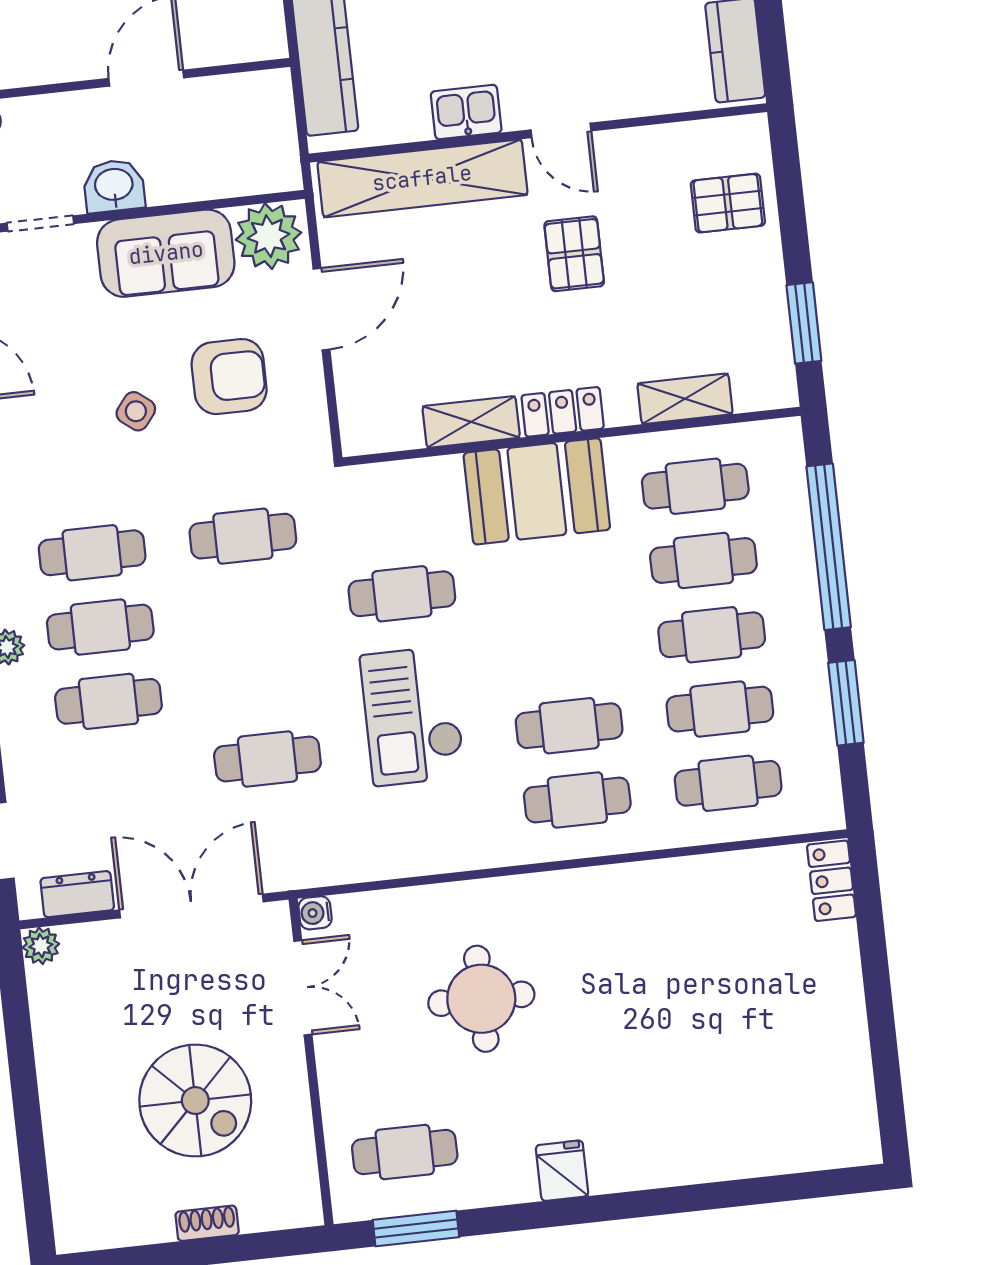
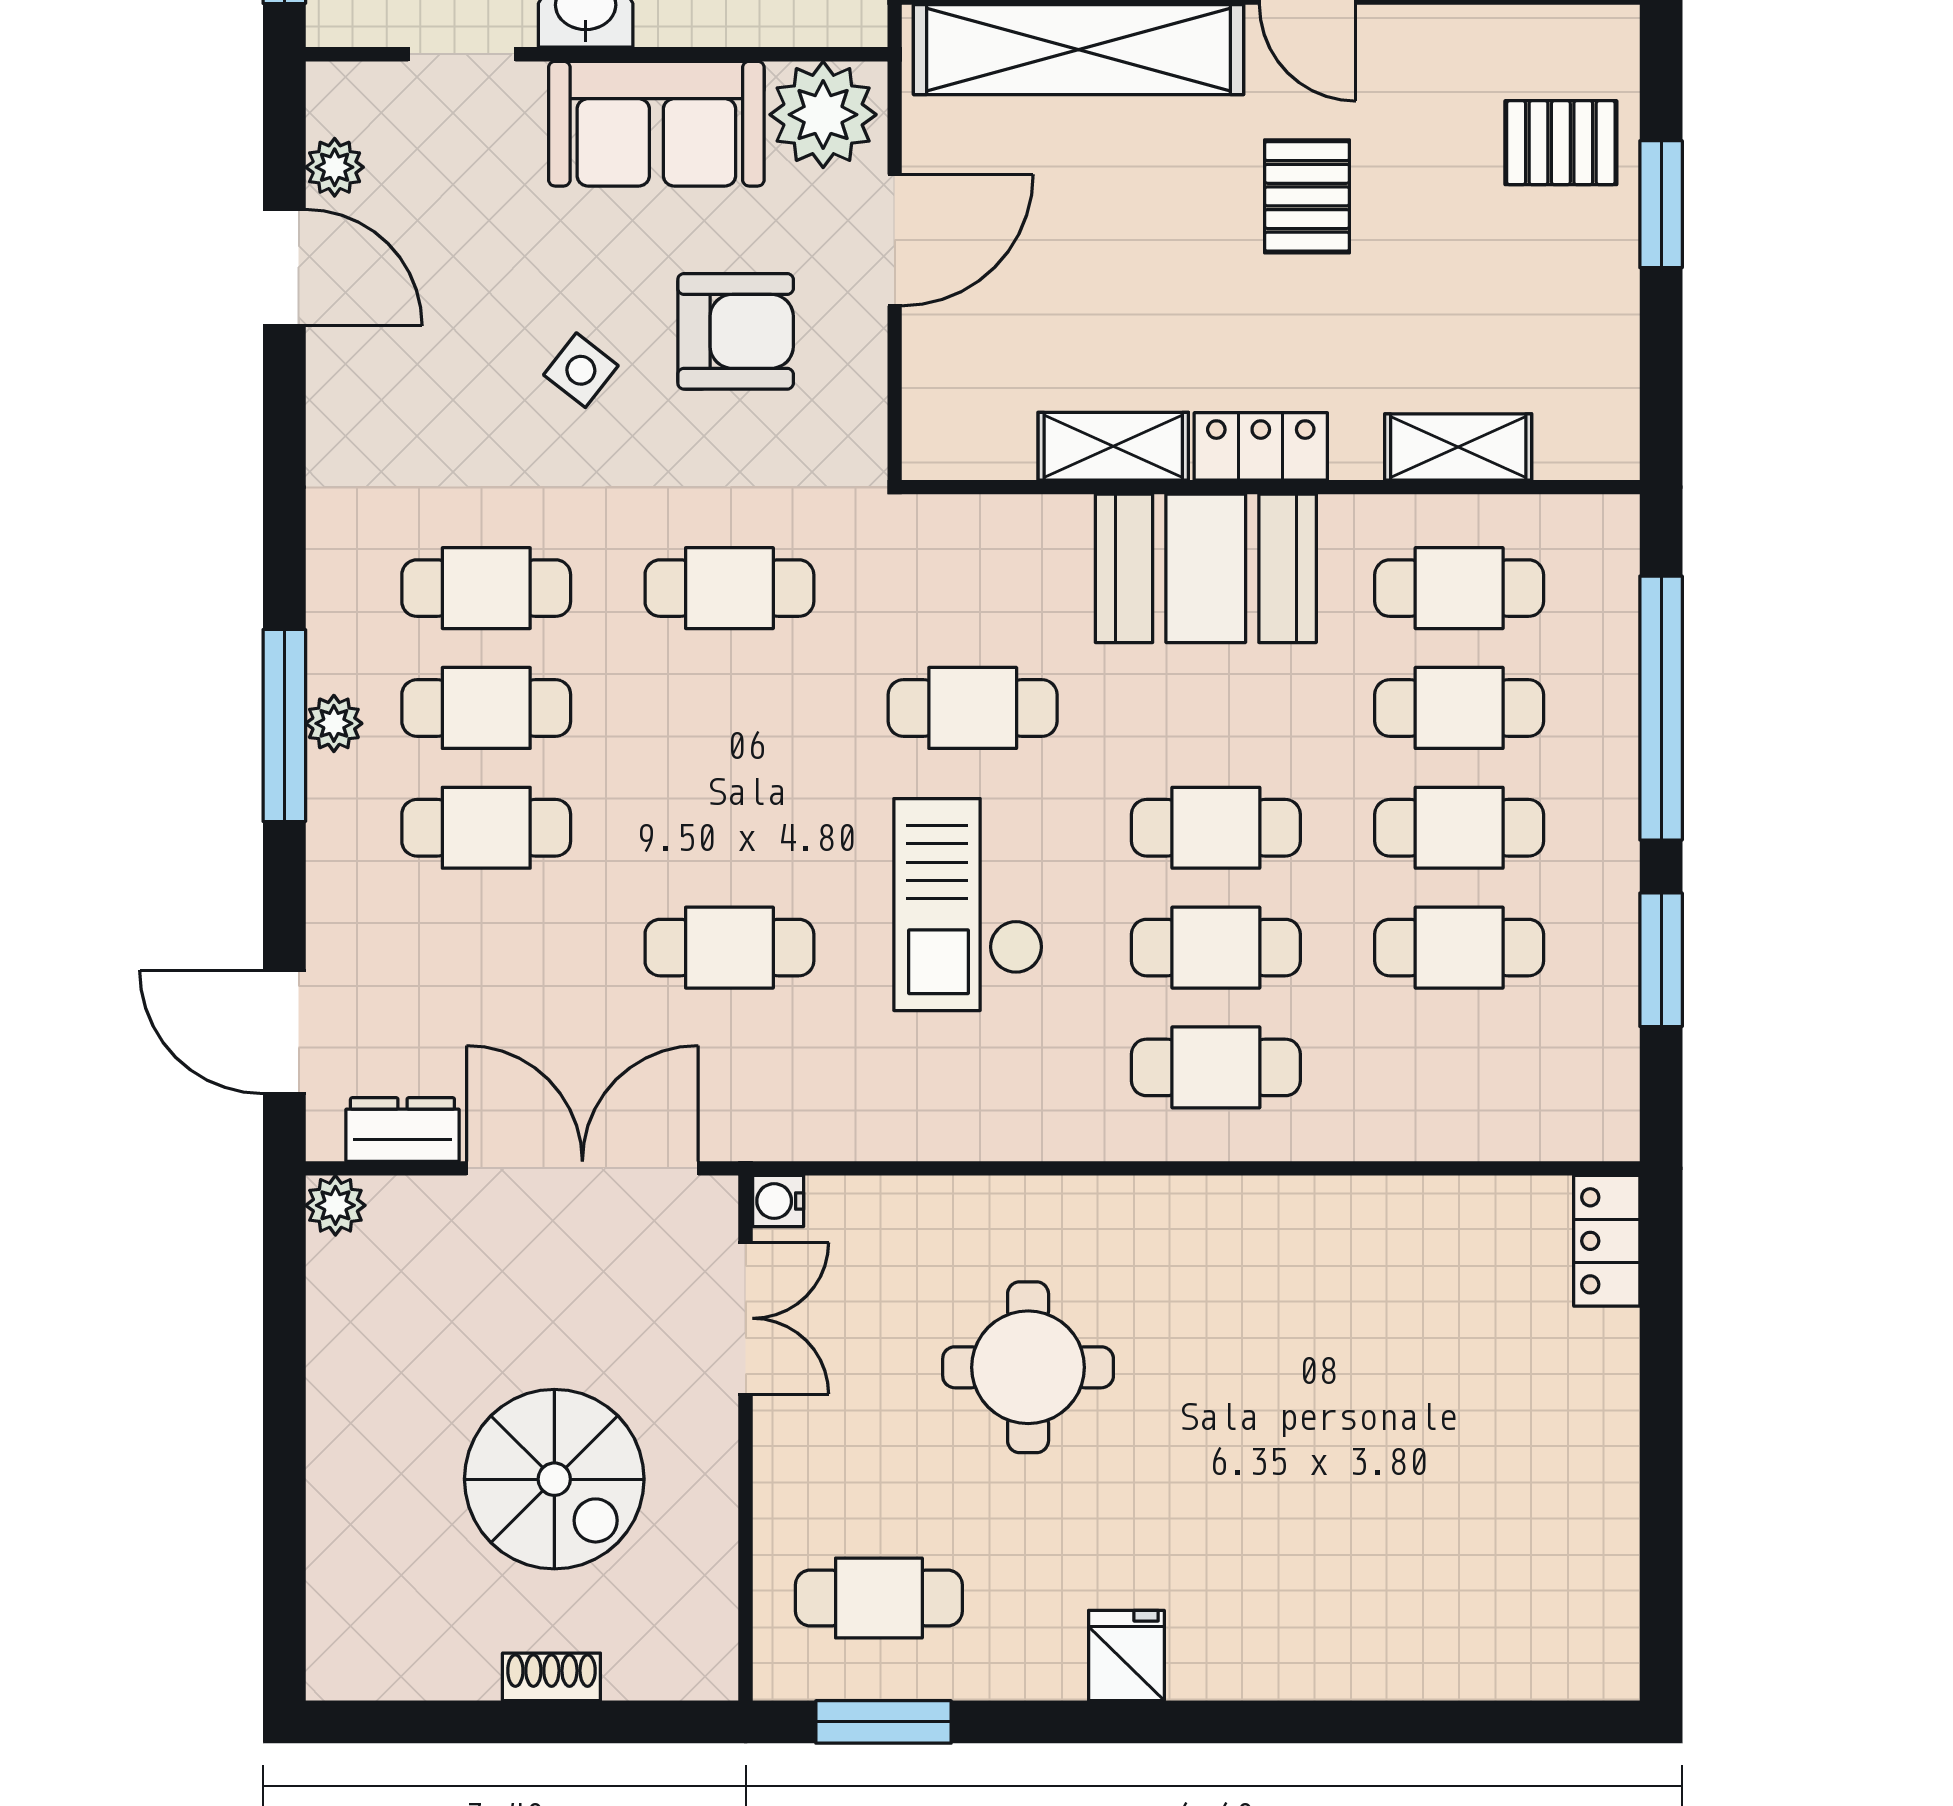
window: (804, 323) -> (1661, 204), moved
cafe table: (728, 783) -> (1216, 828), moved

